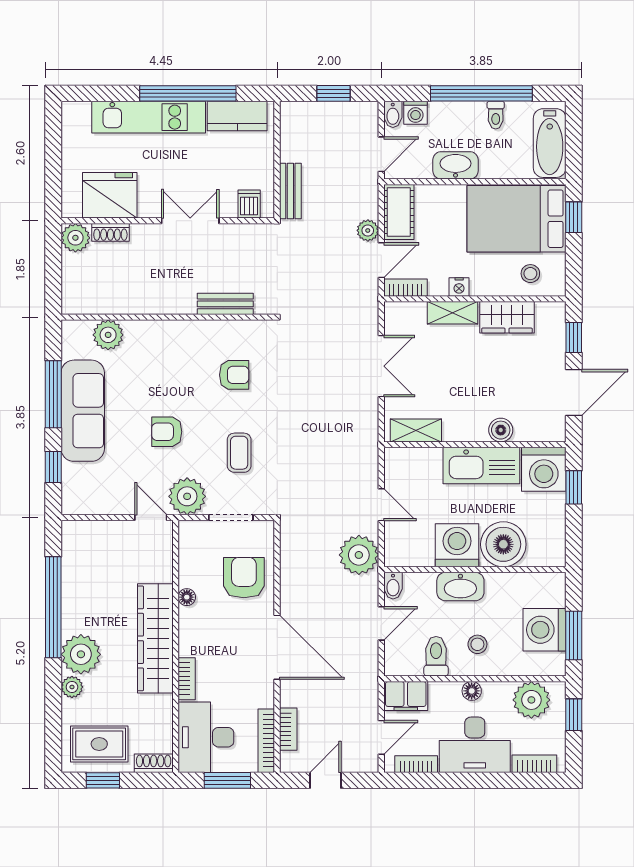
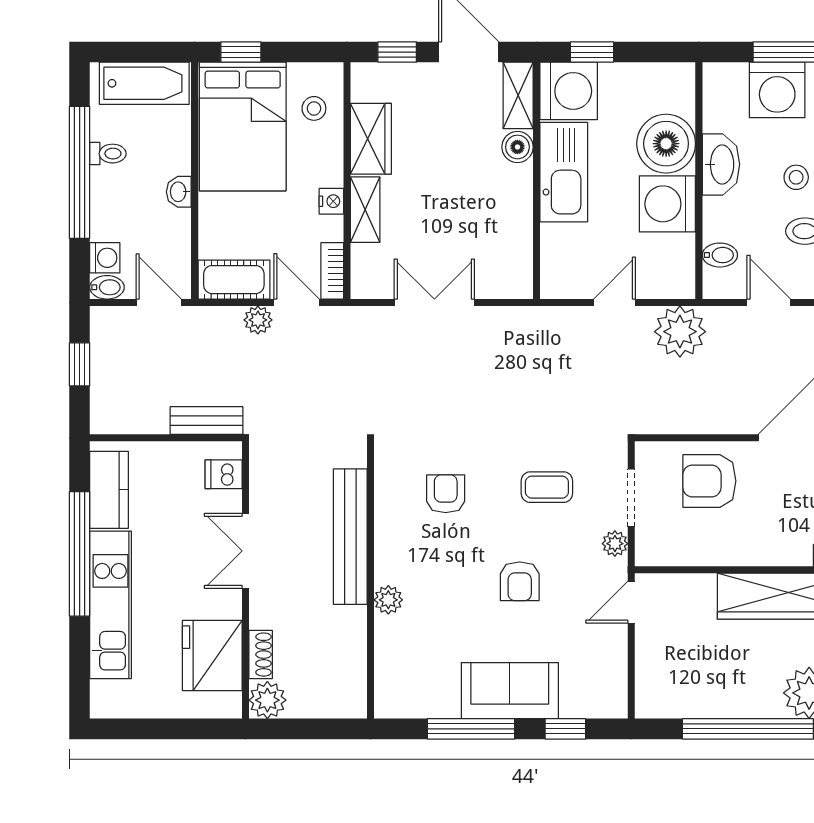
washbasin: (456, 165) -> (179, 192), width x0.52, depth x0.69
bench: (225, 304) -> (350, 537), width x1.86, depth x1.21
plant: (108, 335) -> (388, 600), moved, width x0.73, depth x0.73
sofa: (83, 411) -> (510, 691), width x0.73
shelving: (416, 431) -> (518, 95), moved
plant: (187, 496) -> (615, 544), width x0.53, depth x0.53
bidet: (393, 586) -> (720, 255), moved
washbasin: (460, 586) -> (721, 164), moved
floor lamp: (187, 597) -> (735, 555), removed

